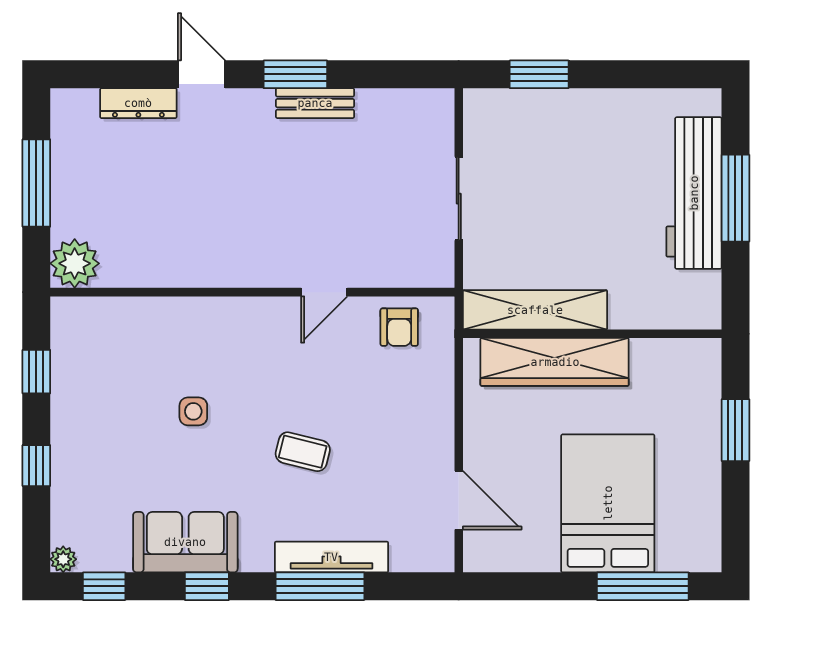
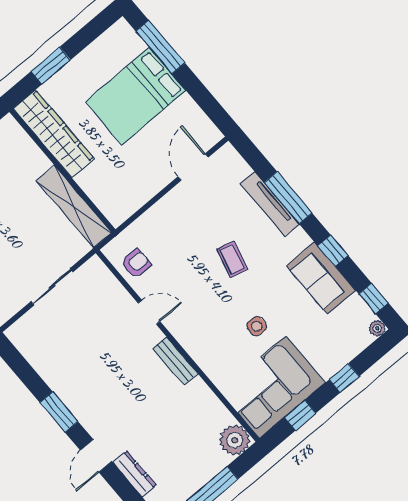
bench: (315, 103) -> (175, 361), moved
wardrobe: (555, 362) -> (54, 134), moved
corner sofa: (100, 367) -> (273, 387), added

